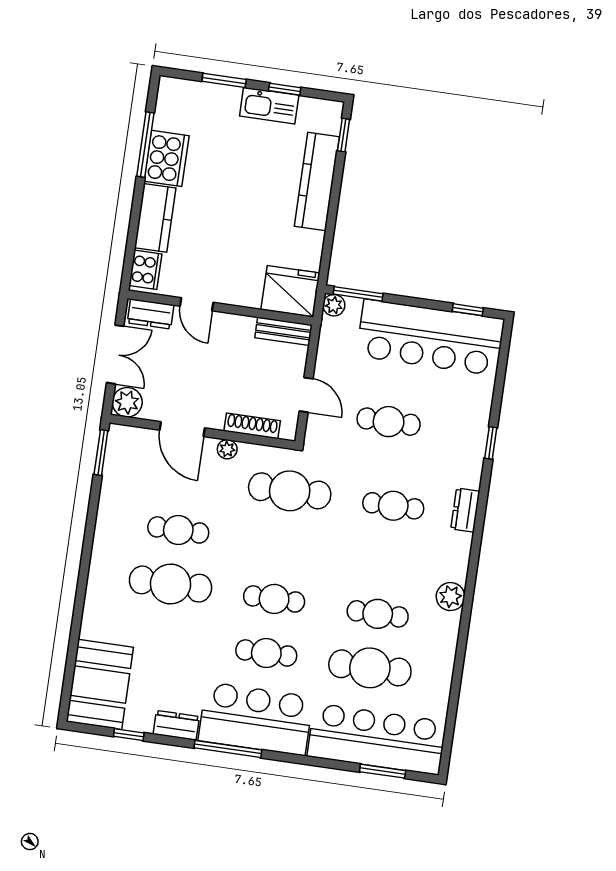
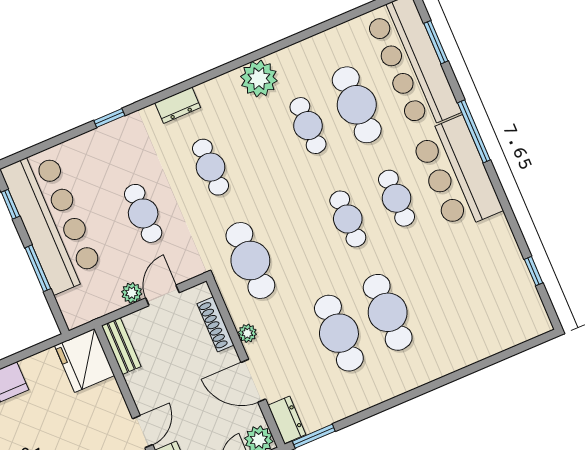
window: (358, 294) -> (38, 268), moved
plant: (334, 305) -> (132, 293), moved
door: (182, 429) -> (253, 381), swing flipped
cafe table: (178, 530) -> (339, 333), width x1.37, depth x1.35
plant: (450, 597) -> (259, 79), width x1.36, depth x1.36
booth: (100, 684) -> (506, 320), removed
dresser: (176, 725) -> (287, 420), moved, turned 180
window: (228, 749) -> (474, 131), moved

